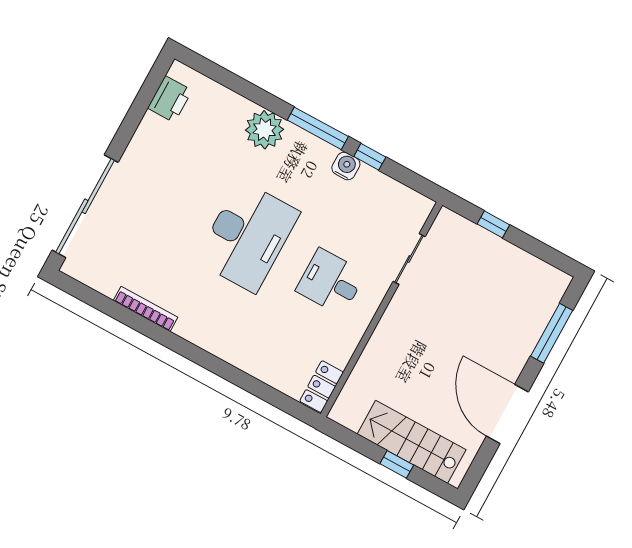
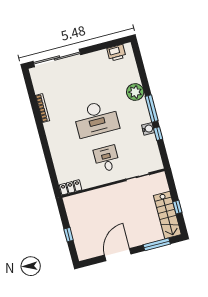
window: (493, 224) -> (177, 207), moved
stairs: (412, 442) -> (167, 215), moved, turned 180

